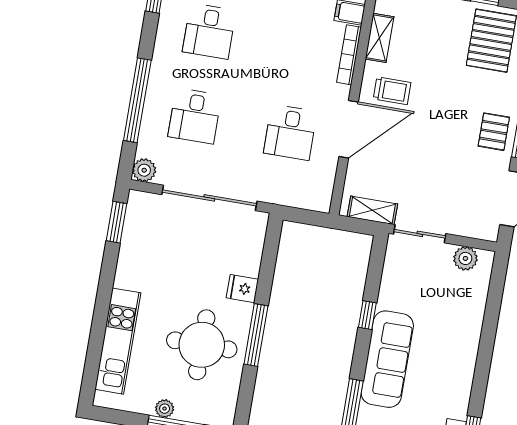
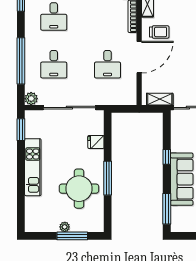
fridge: (242, 289) -> (96, 142), moved
kitchen unit: (118, 341) -> (33, 167), moved

